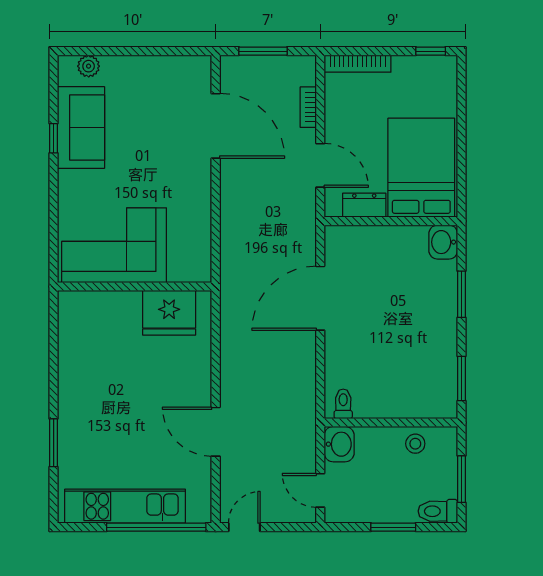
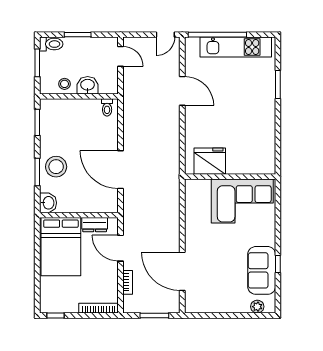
door: (320, 298) -> (121, 170), swing flipped
stool: (430, 303) -> (56, 167), added
washbasin: (339, 444) -> (88, 85), moved, turned 90

